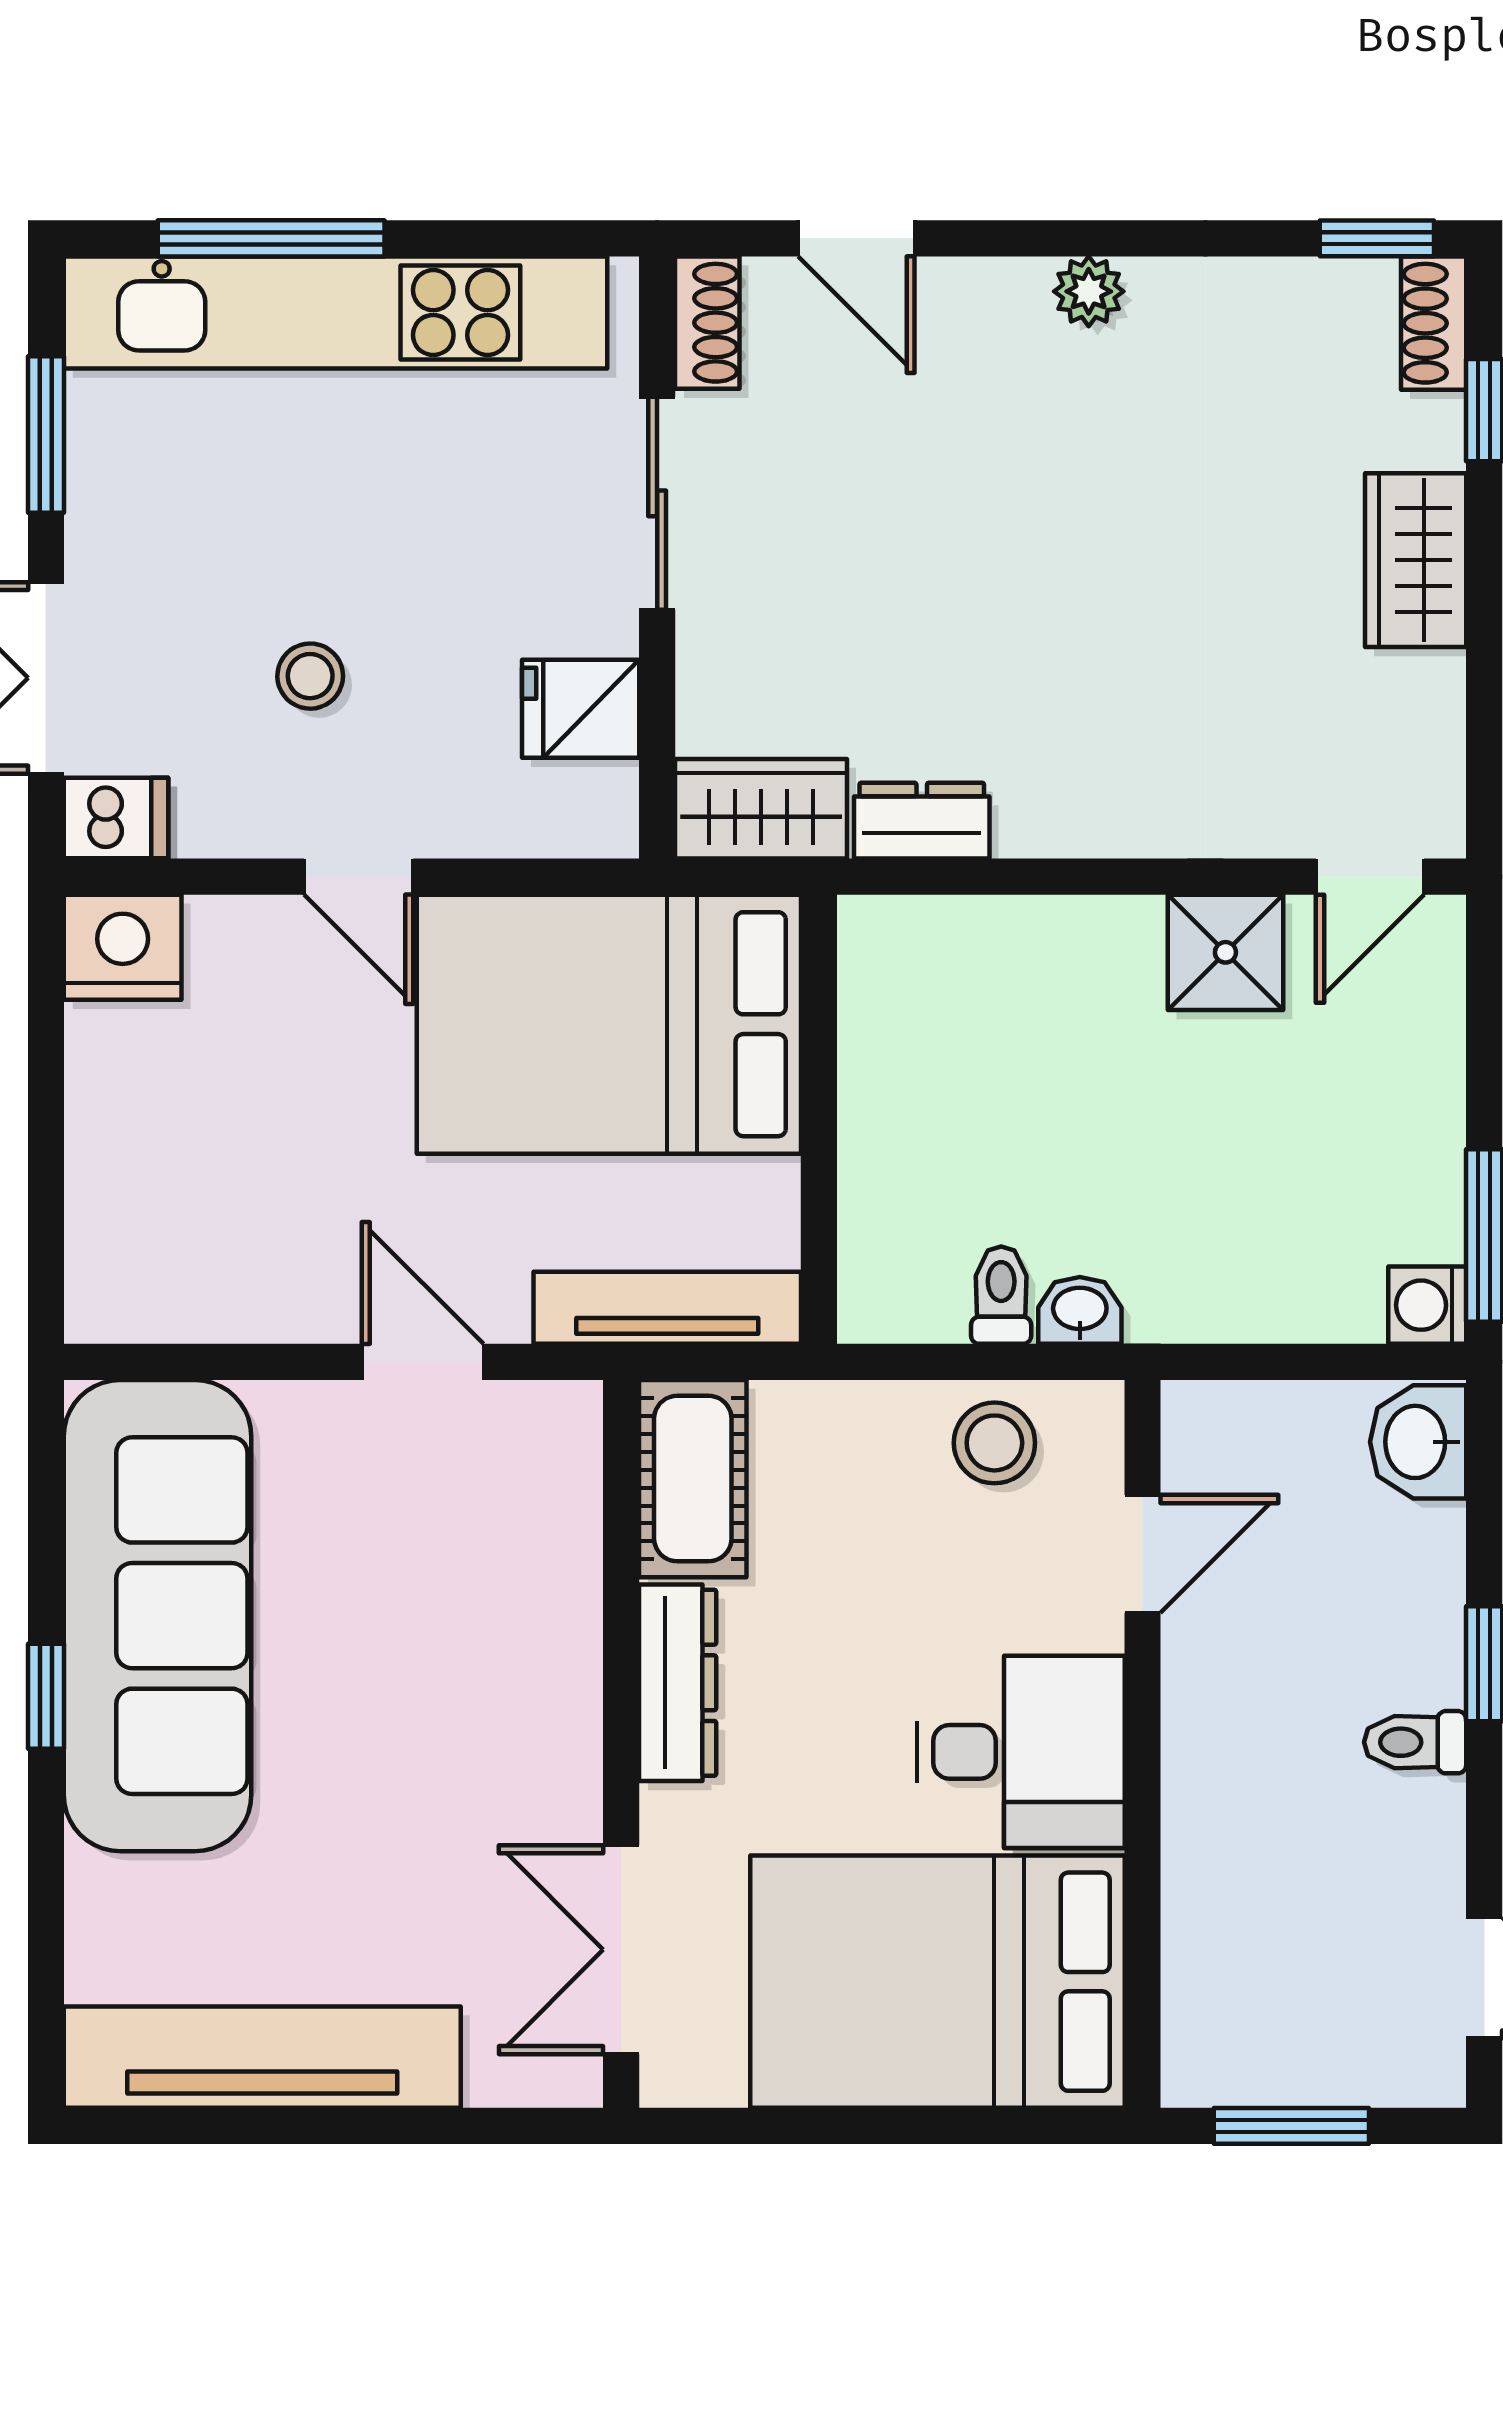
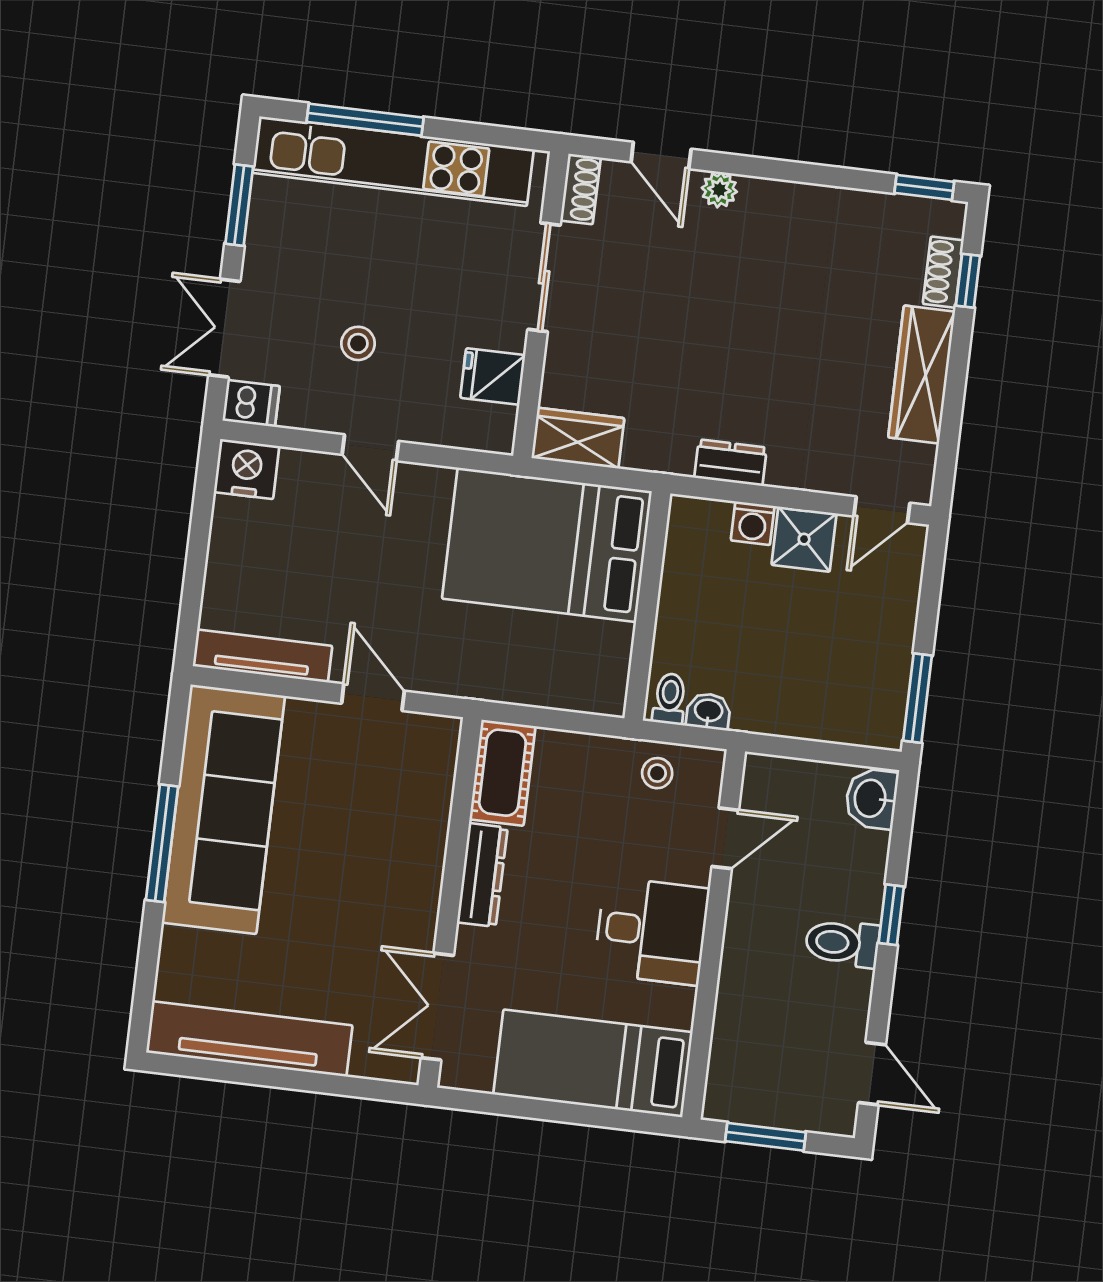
plant: (1089, 291) -> (719, 190), moved
shoe rack: (1434, 323) -> (943, 272), moved
wardrobe: (1416, 560) -> (922, 374), width x1.50
dresser: (922, 821) -> (731, 463), moved
bed: (609, 1024) -> (547, 545), moved
wall: (819, 1119) -> (647, 606), moved
washing machine: (1427, 1305) -> (753, 523), moved, turned -90
tv unit: (667, 1308) -> (262, 656), moved
stool: (994, 1443) -> (657, 773), width x0.73, depth x0.73
window: (46, 1696) -> (162, 843), width x2.17
toilet: (1415, 1742) -> (842, 943), width x1.37, depth x1.39
bed: (937, 1982) -> (593, 1063), width x0.67

